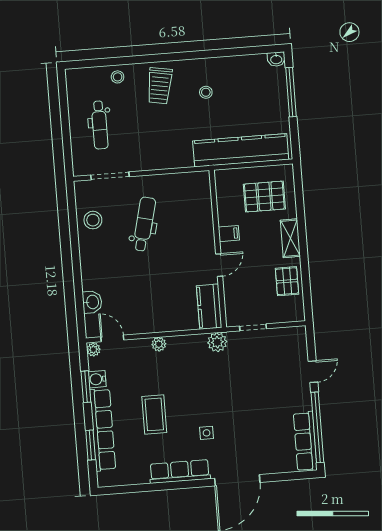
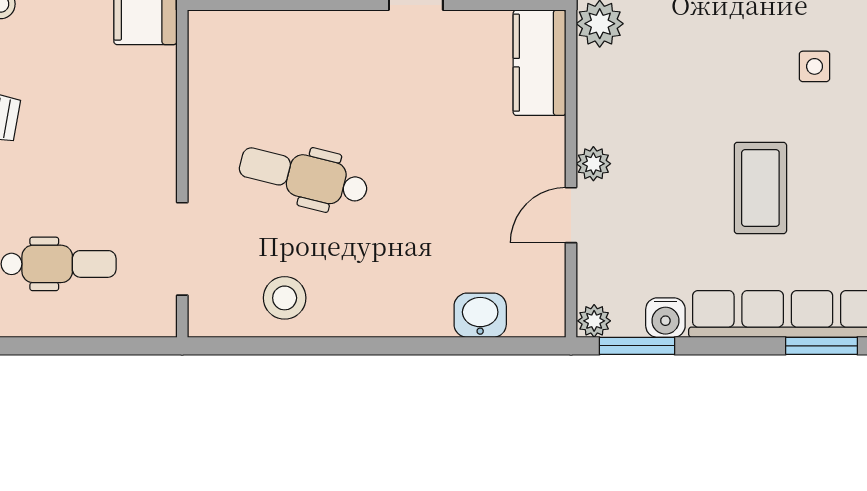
kitchen counter: (209, 307) -> (540, 63), moved, turned 90
door: (112, 338) -> (571, 215), moved
window: (86, 387) -> (637, 346), moved
coffee table: (154, 414) -> (760, 188), turned 90

